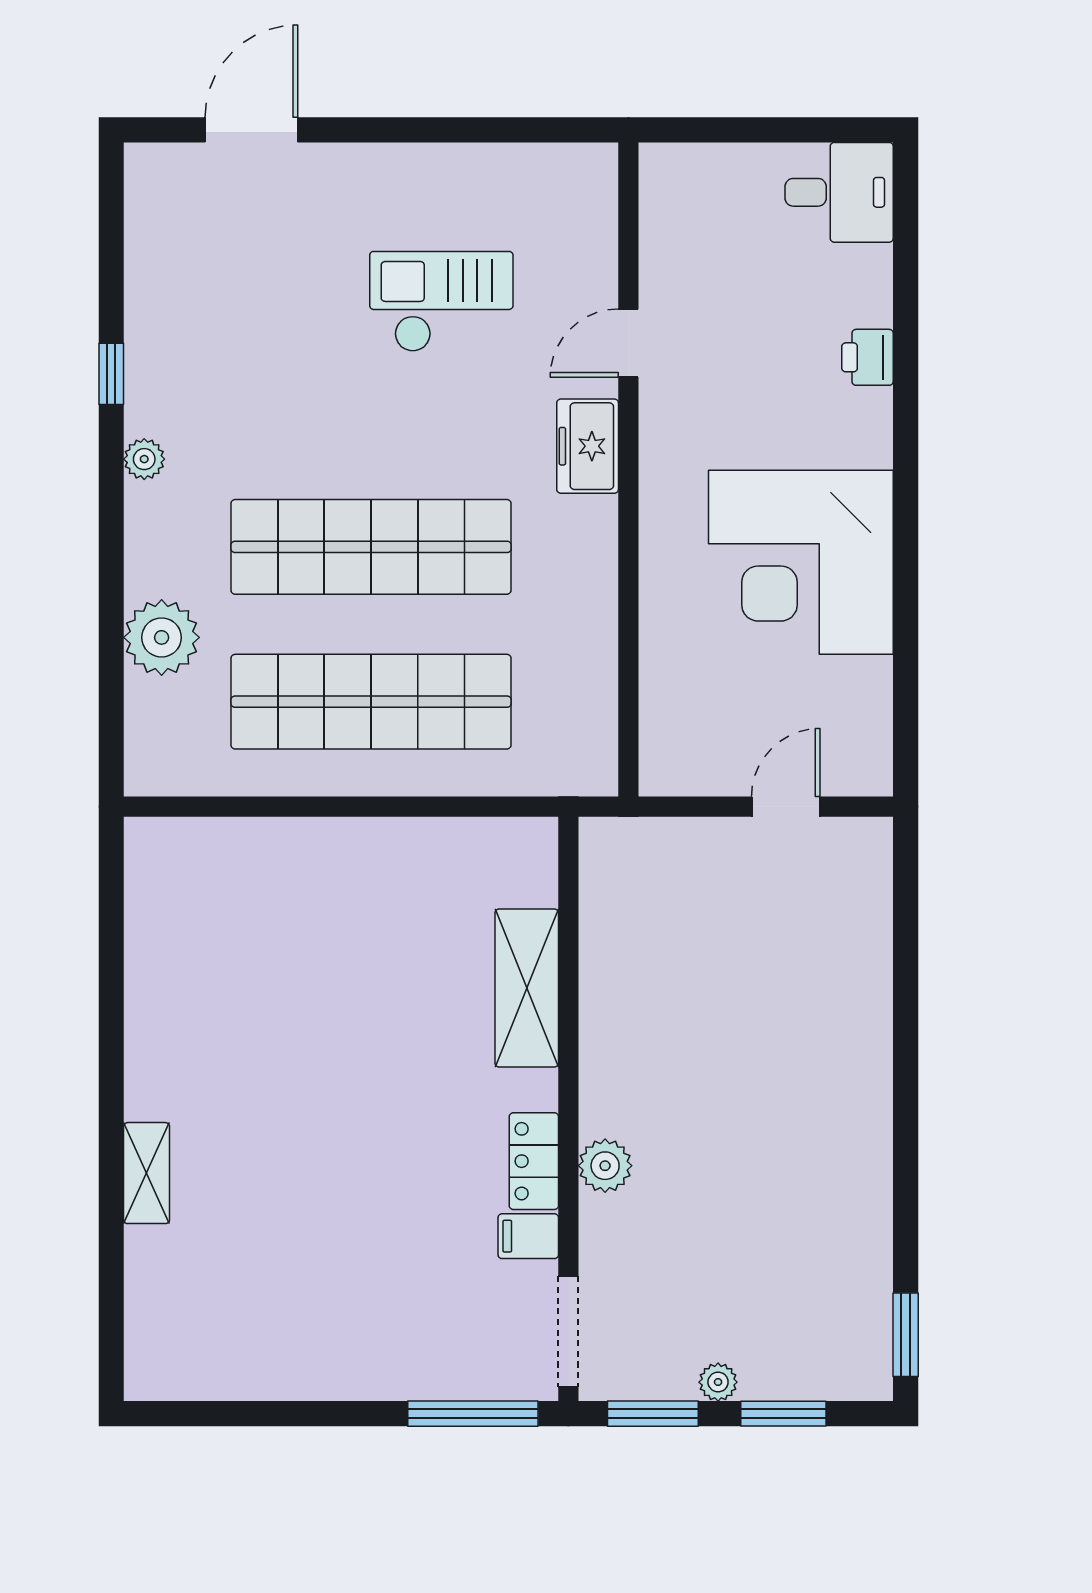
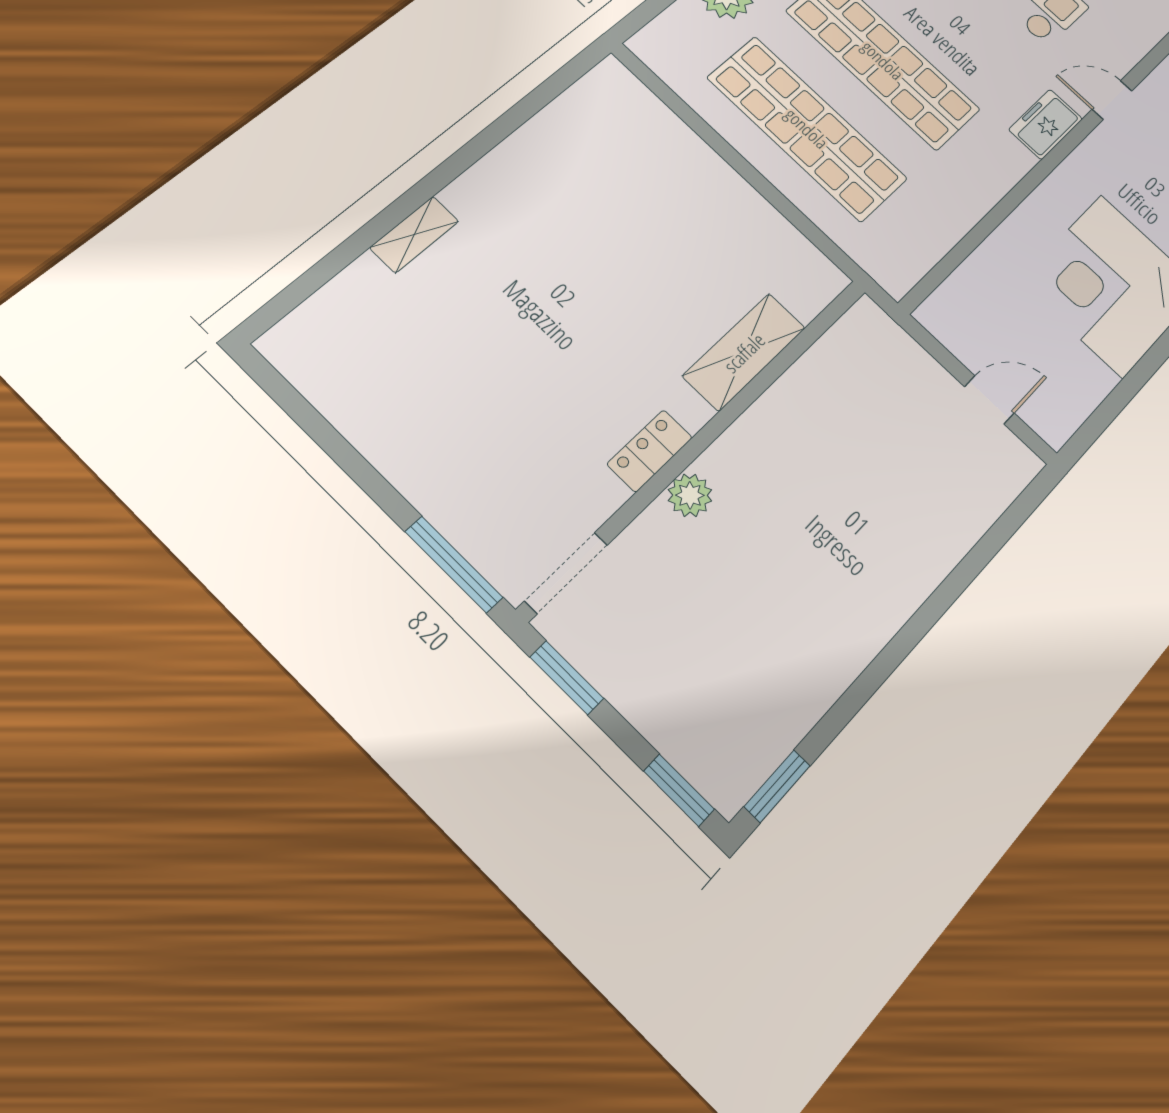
filing cabinet: (528, 1236) -> (601, 491), removed
plant: (718, 1382) -> (628, 698), removed
window: (783, 1414) -> (679, 790), moved

